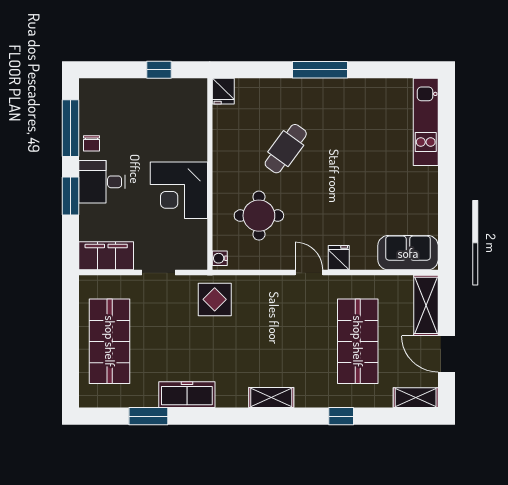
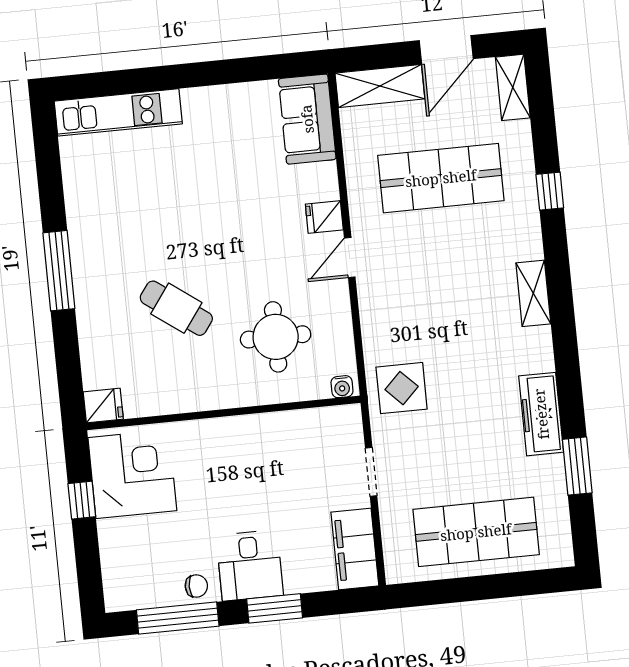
corner desk: (179, 190) -> (132, 474), moved, turned -90

